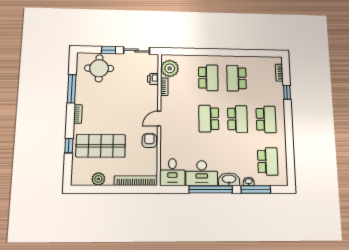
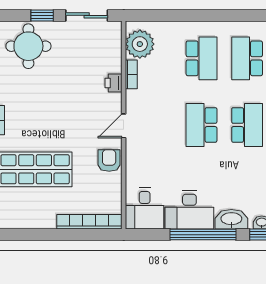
printer: (153, 79) -> (113, 83), moved
plant: (98, 179) -> (33, 219), removed

